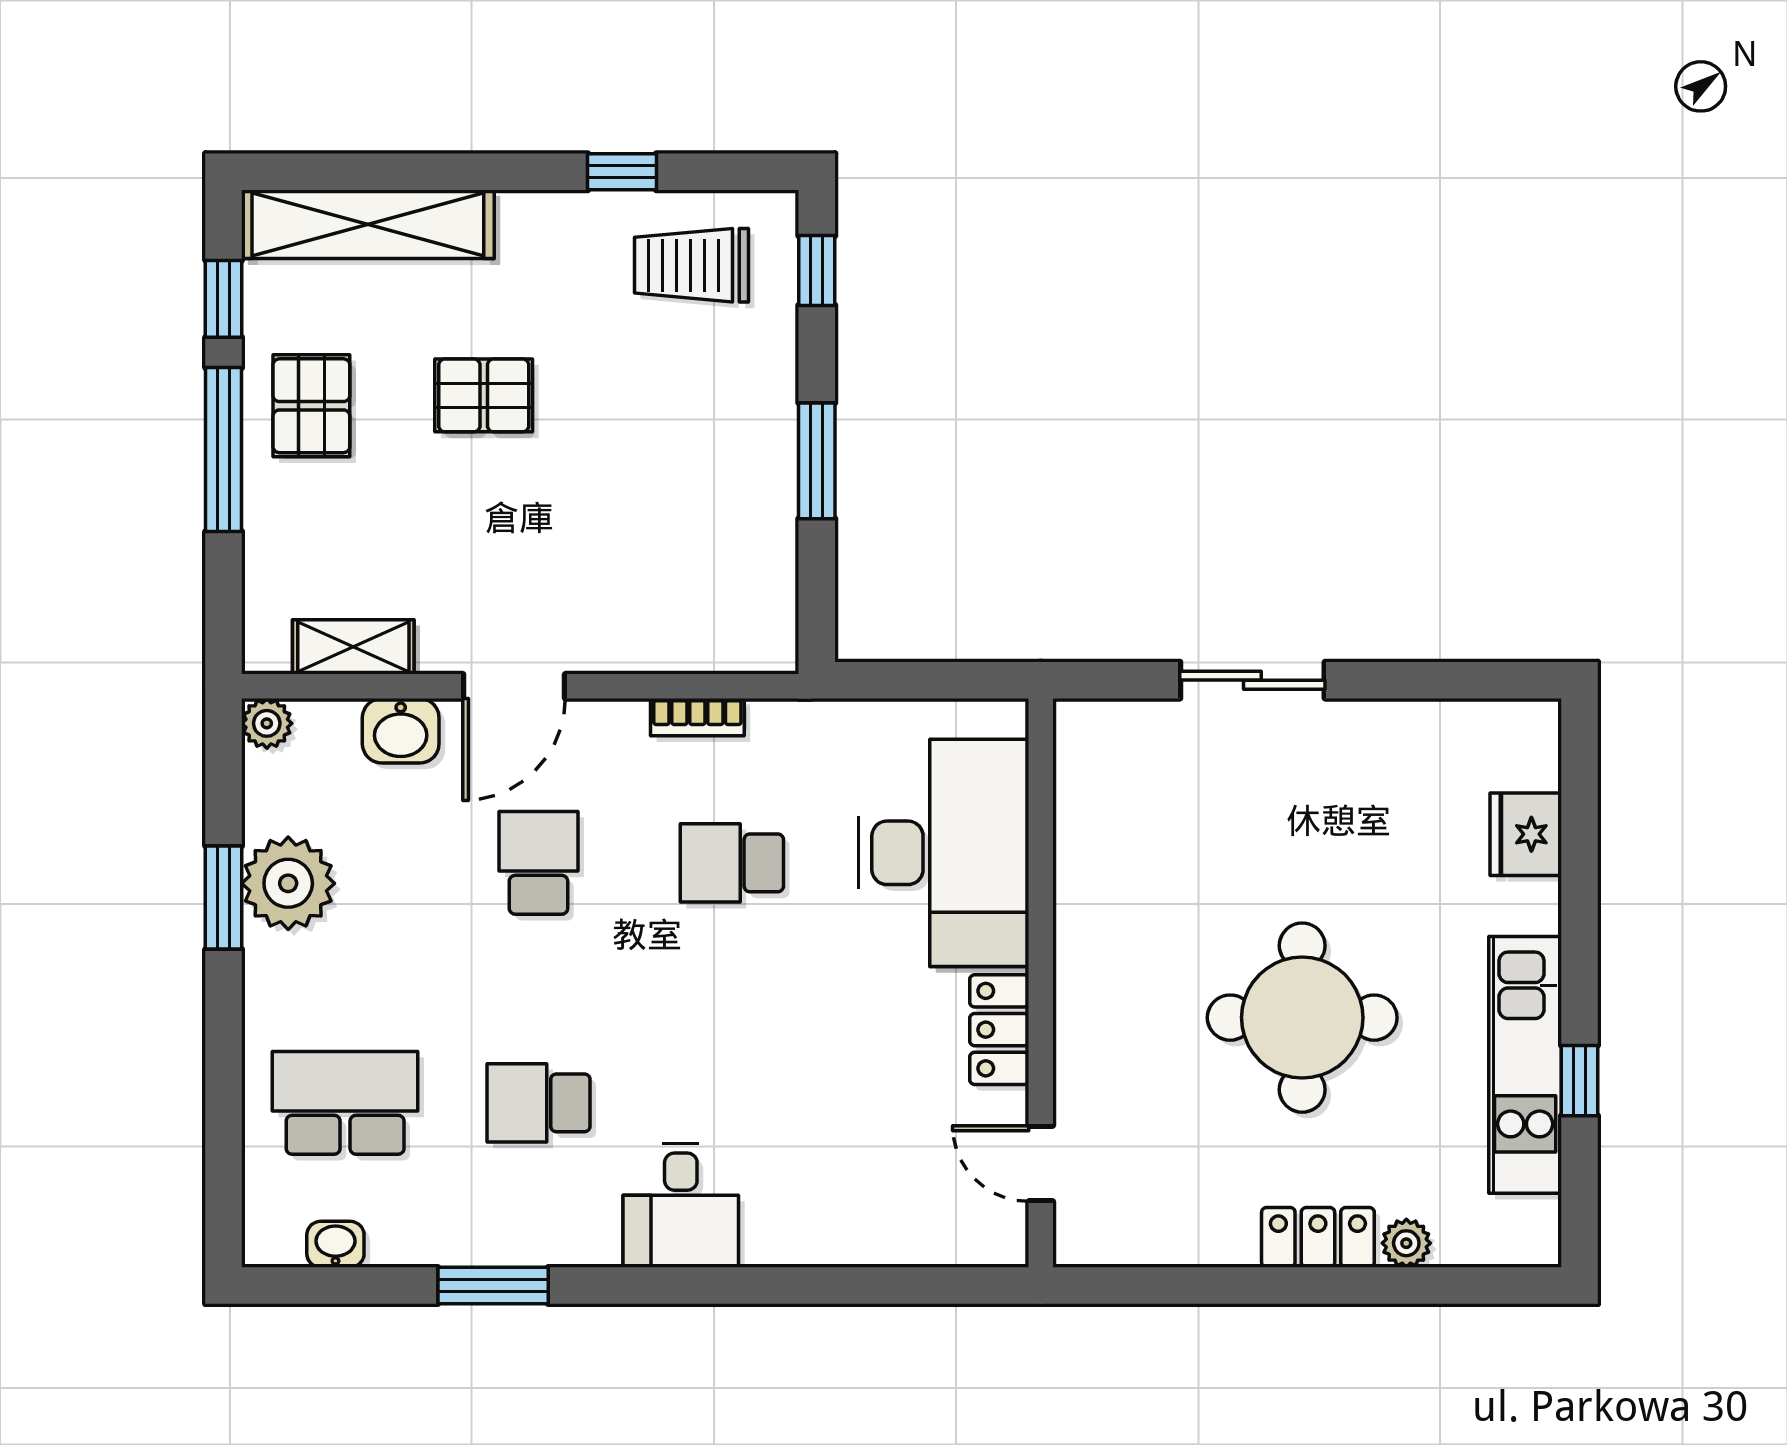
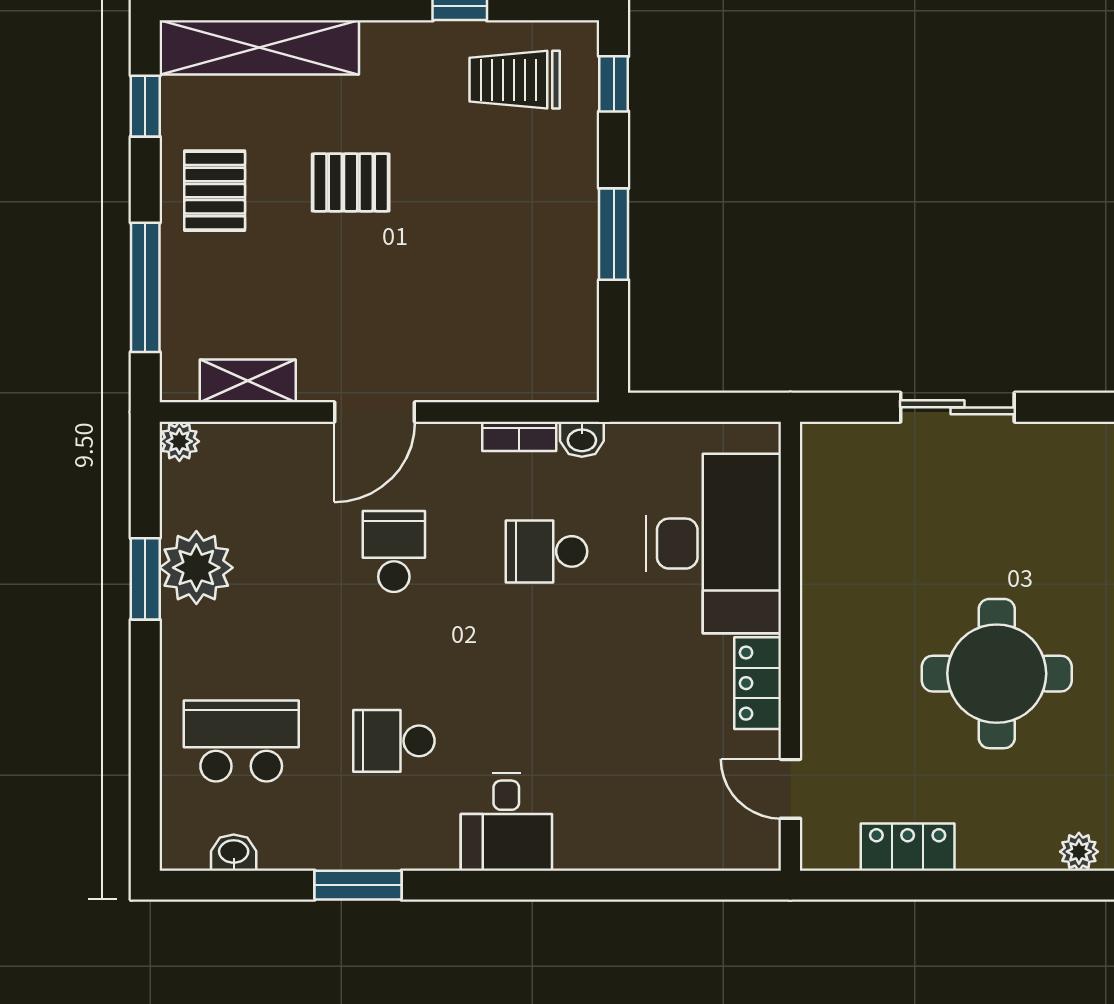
window: (224, 450) -> (145, 287), moved
washbasin: (401, 731) -> (582, 439), moved, width x0.72, depth x0.69
locker: (1318, 1237) -> (908, 847), moved

